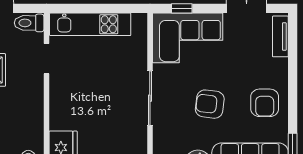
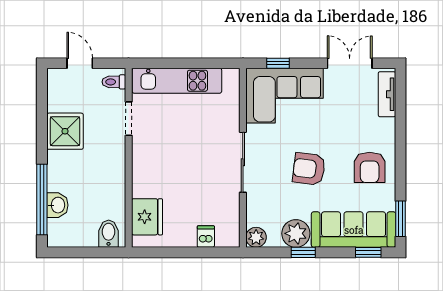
toilet: (29, 23) -> (114, 82), width x0.73, depth x0.72

